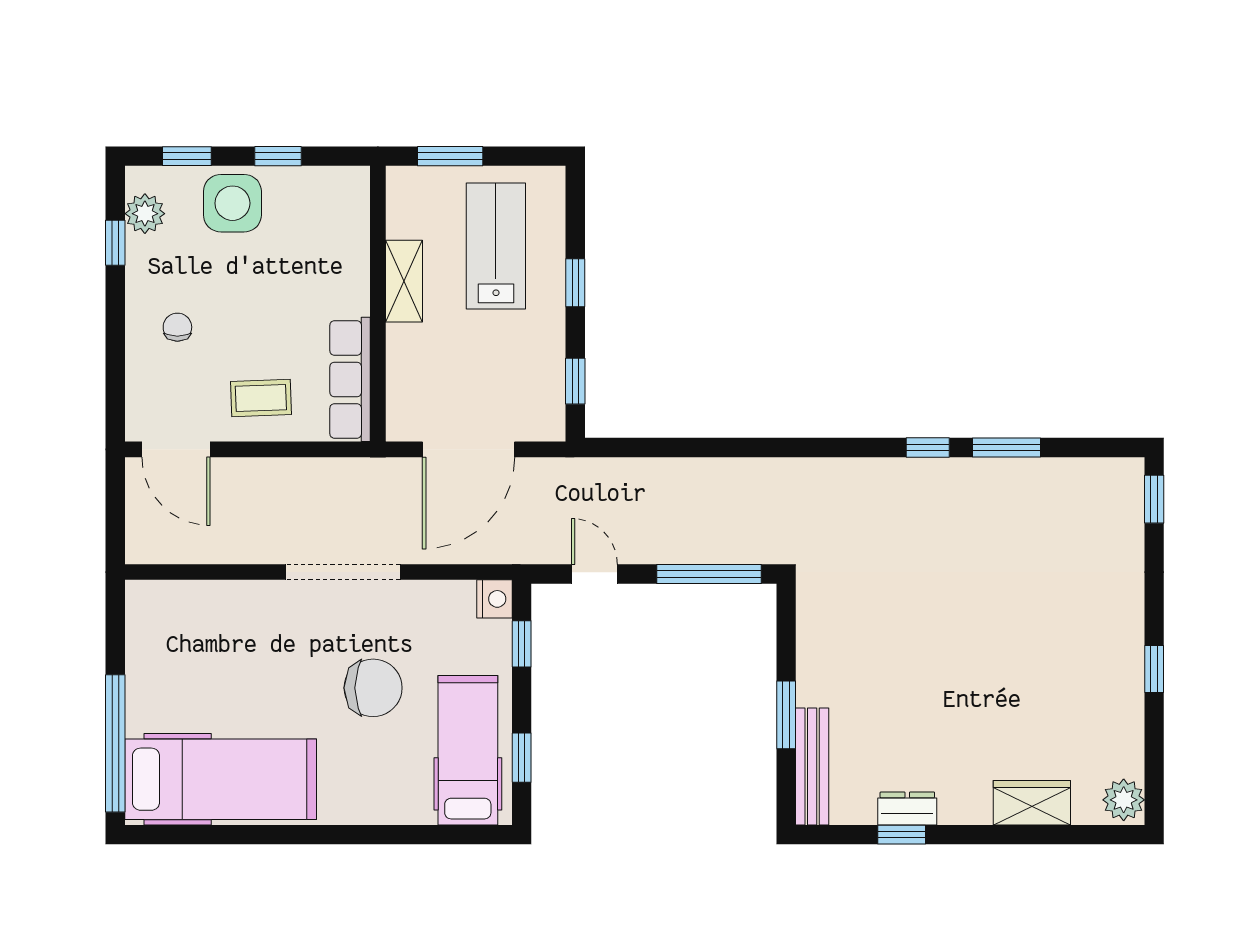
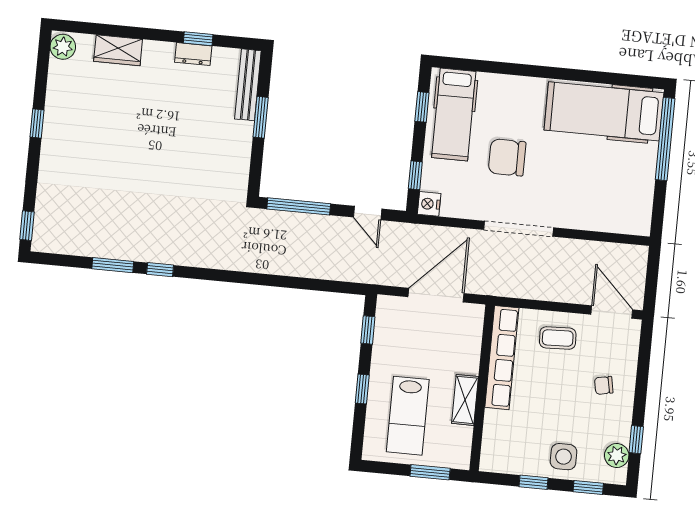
side table: (232, 203) -> (564, 457), width x0.73, depth x0.73
chair: (177, 327) -> (604, 385), turned 79
row of seats: (350, 379) -> (502, 358), width x1.36

